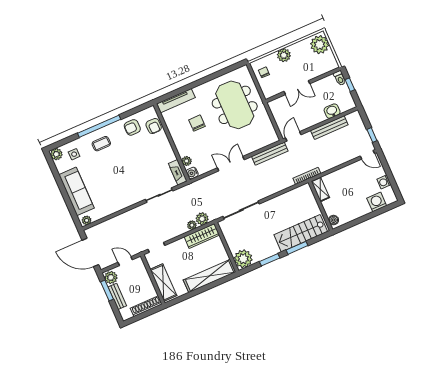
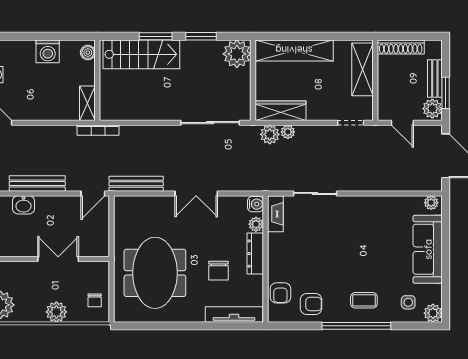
armchair: (154, 126) -> (280, 293), turned 180
dresser: (179, 143) -> (255, 254), added
washing machine: (377, 202) -> (48, 51), moved

